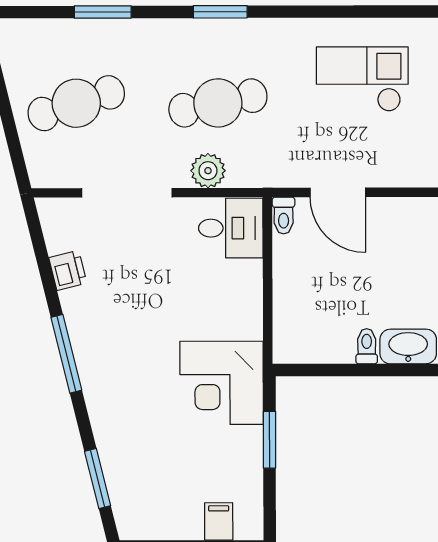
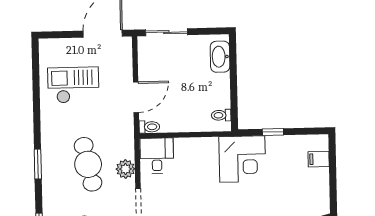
checkout: (362, 79) -> (73, 85), turned 90
toilet: (367, 346) -> (221, 115), moved
window: (270, 440) -> (273, 132), width x0.67

